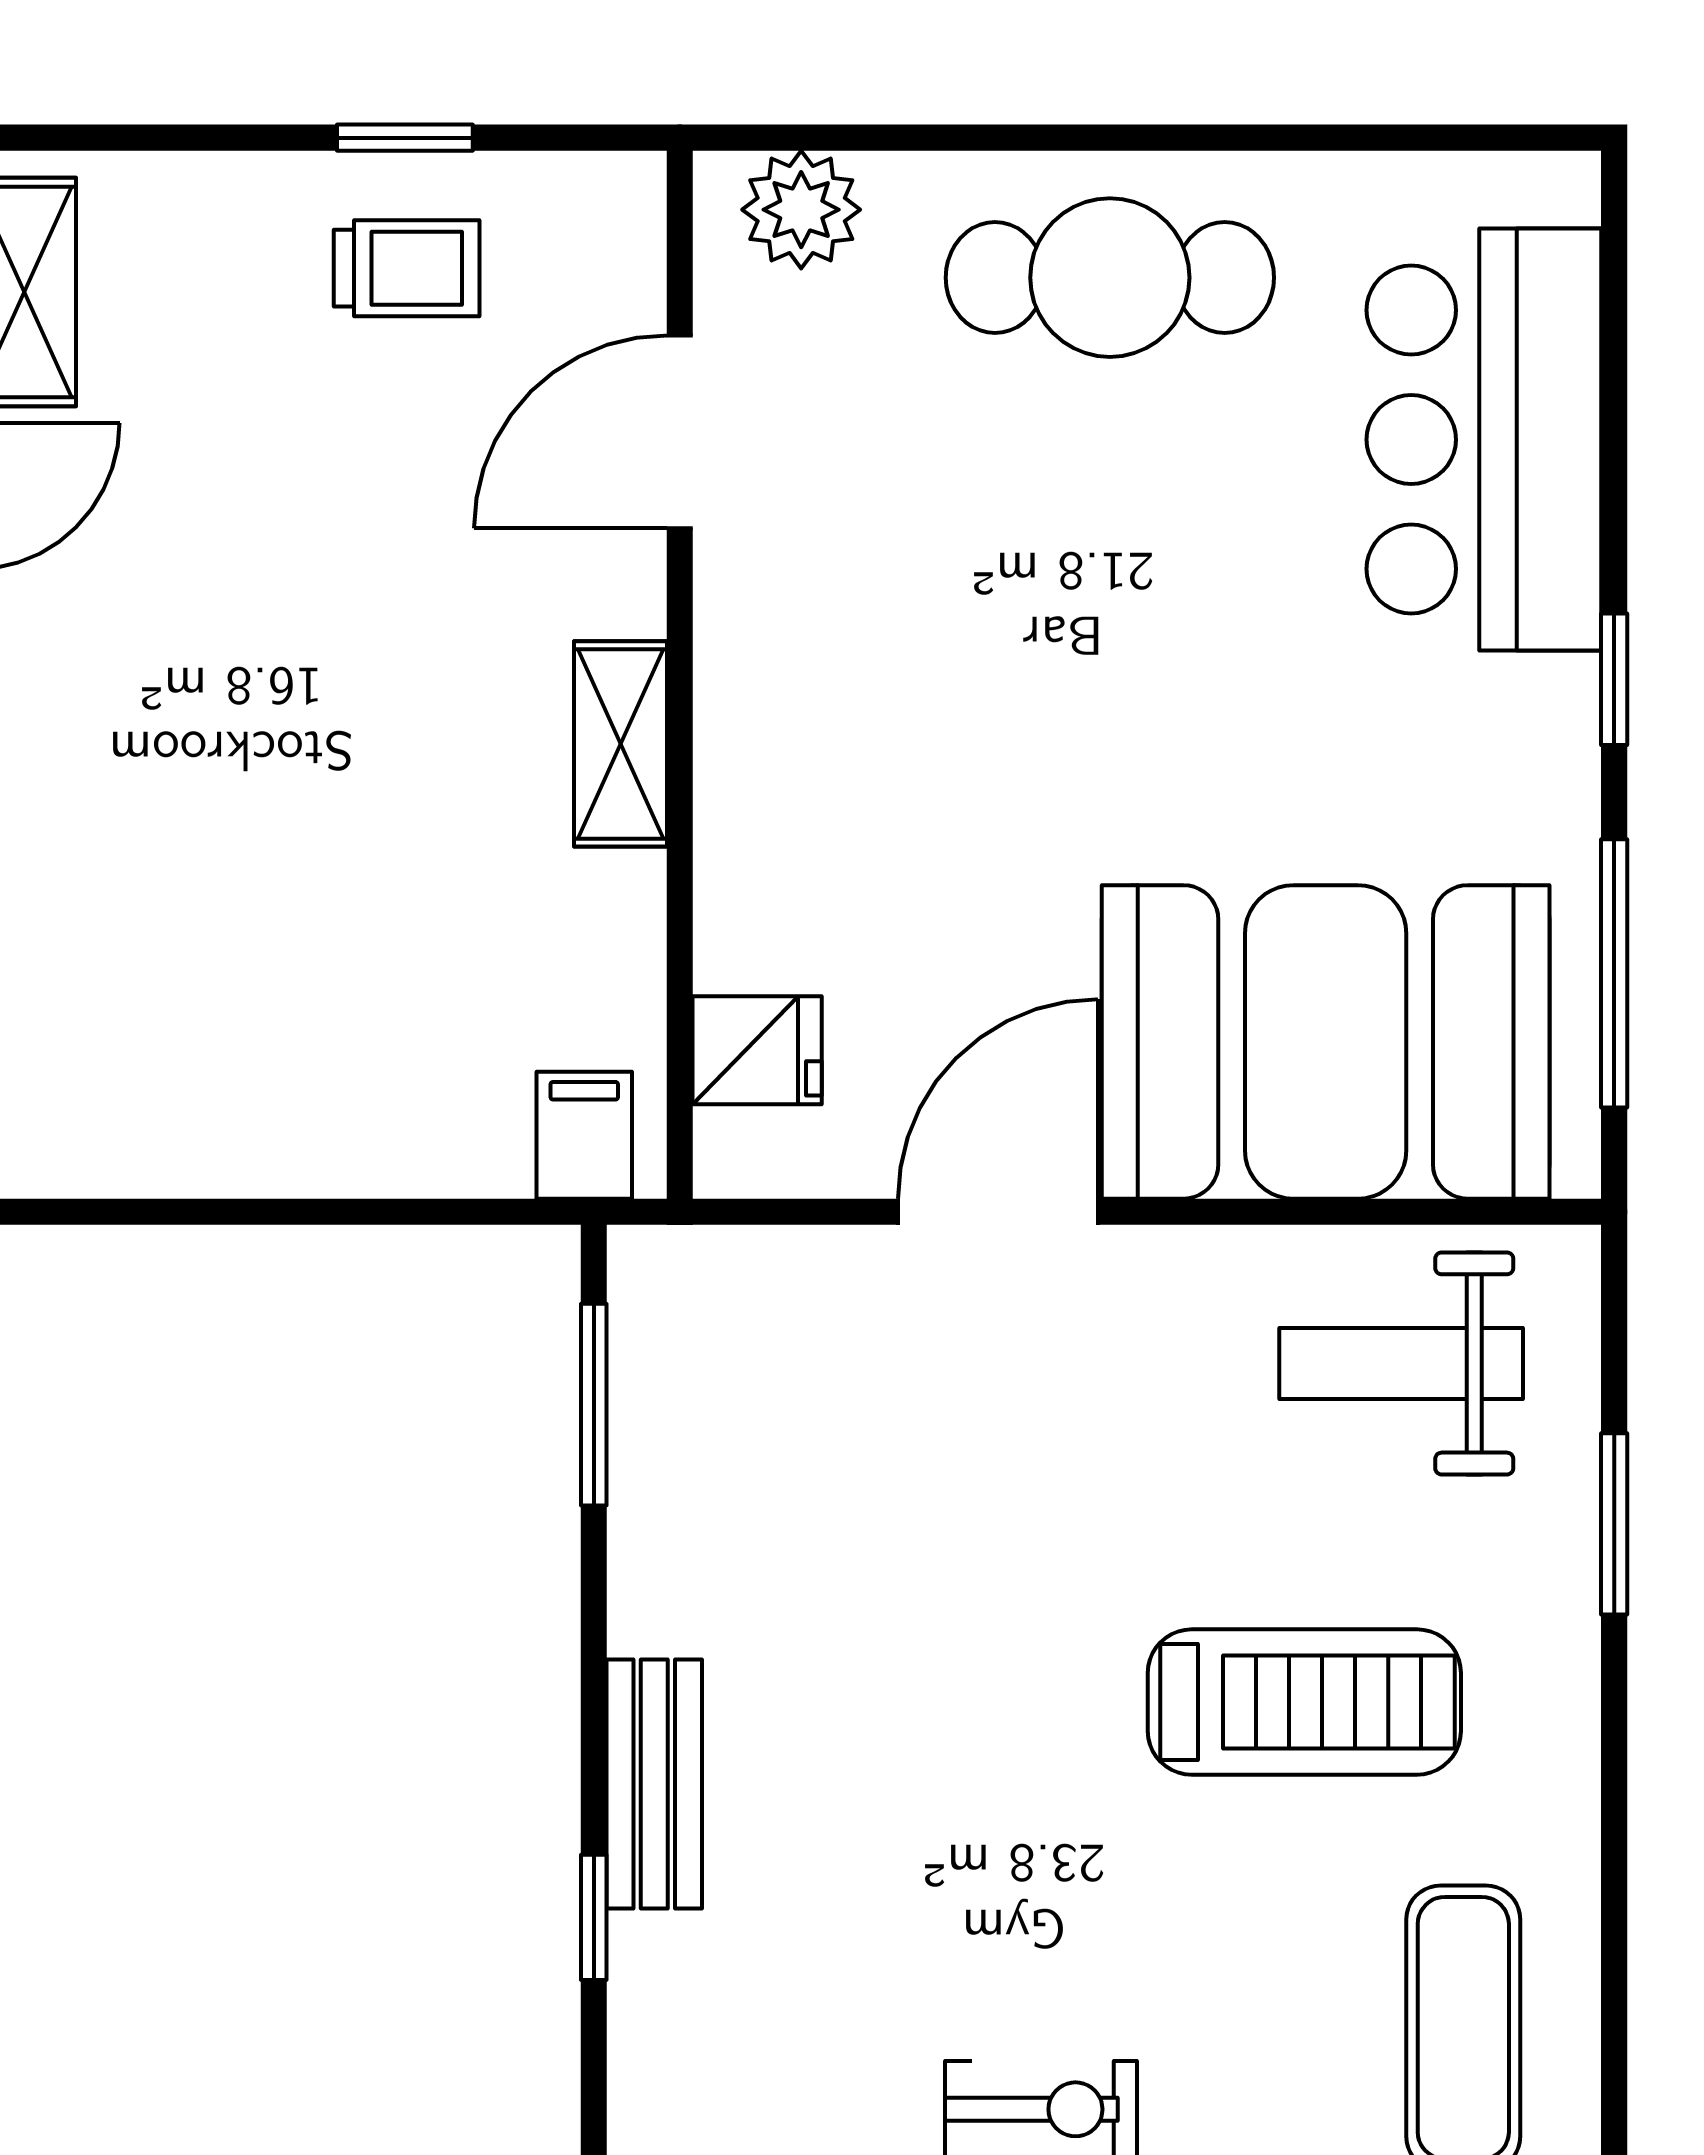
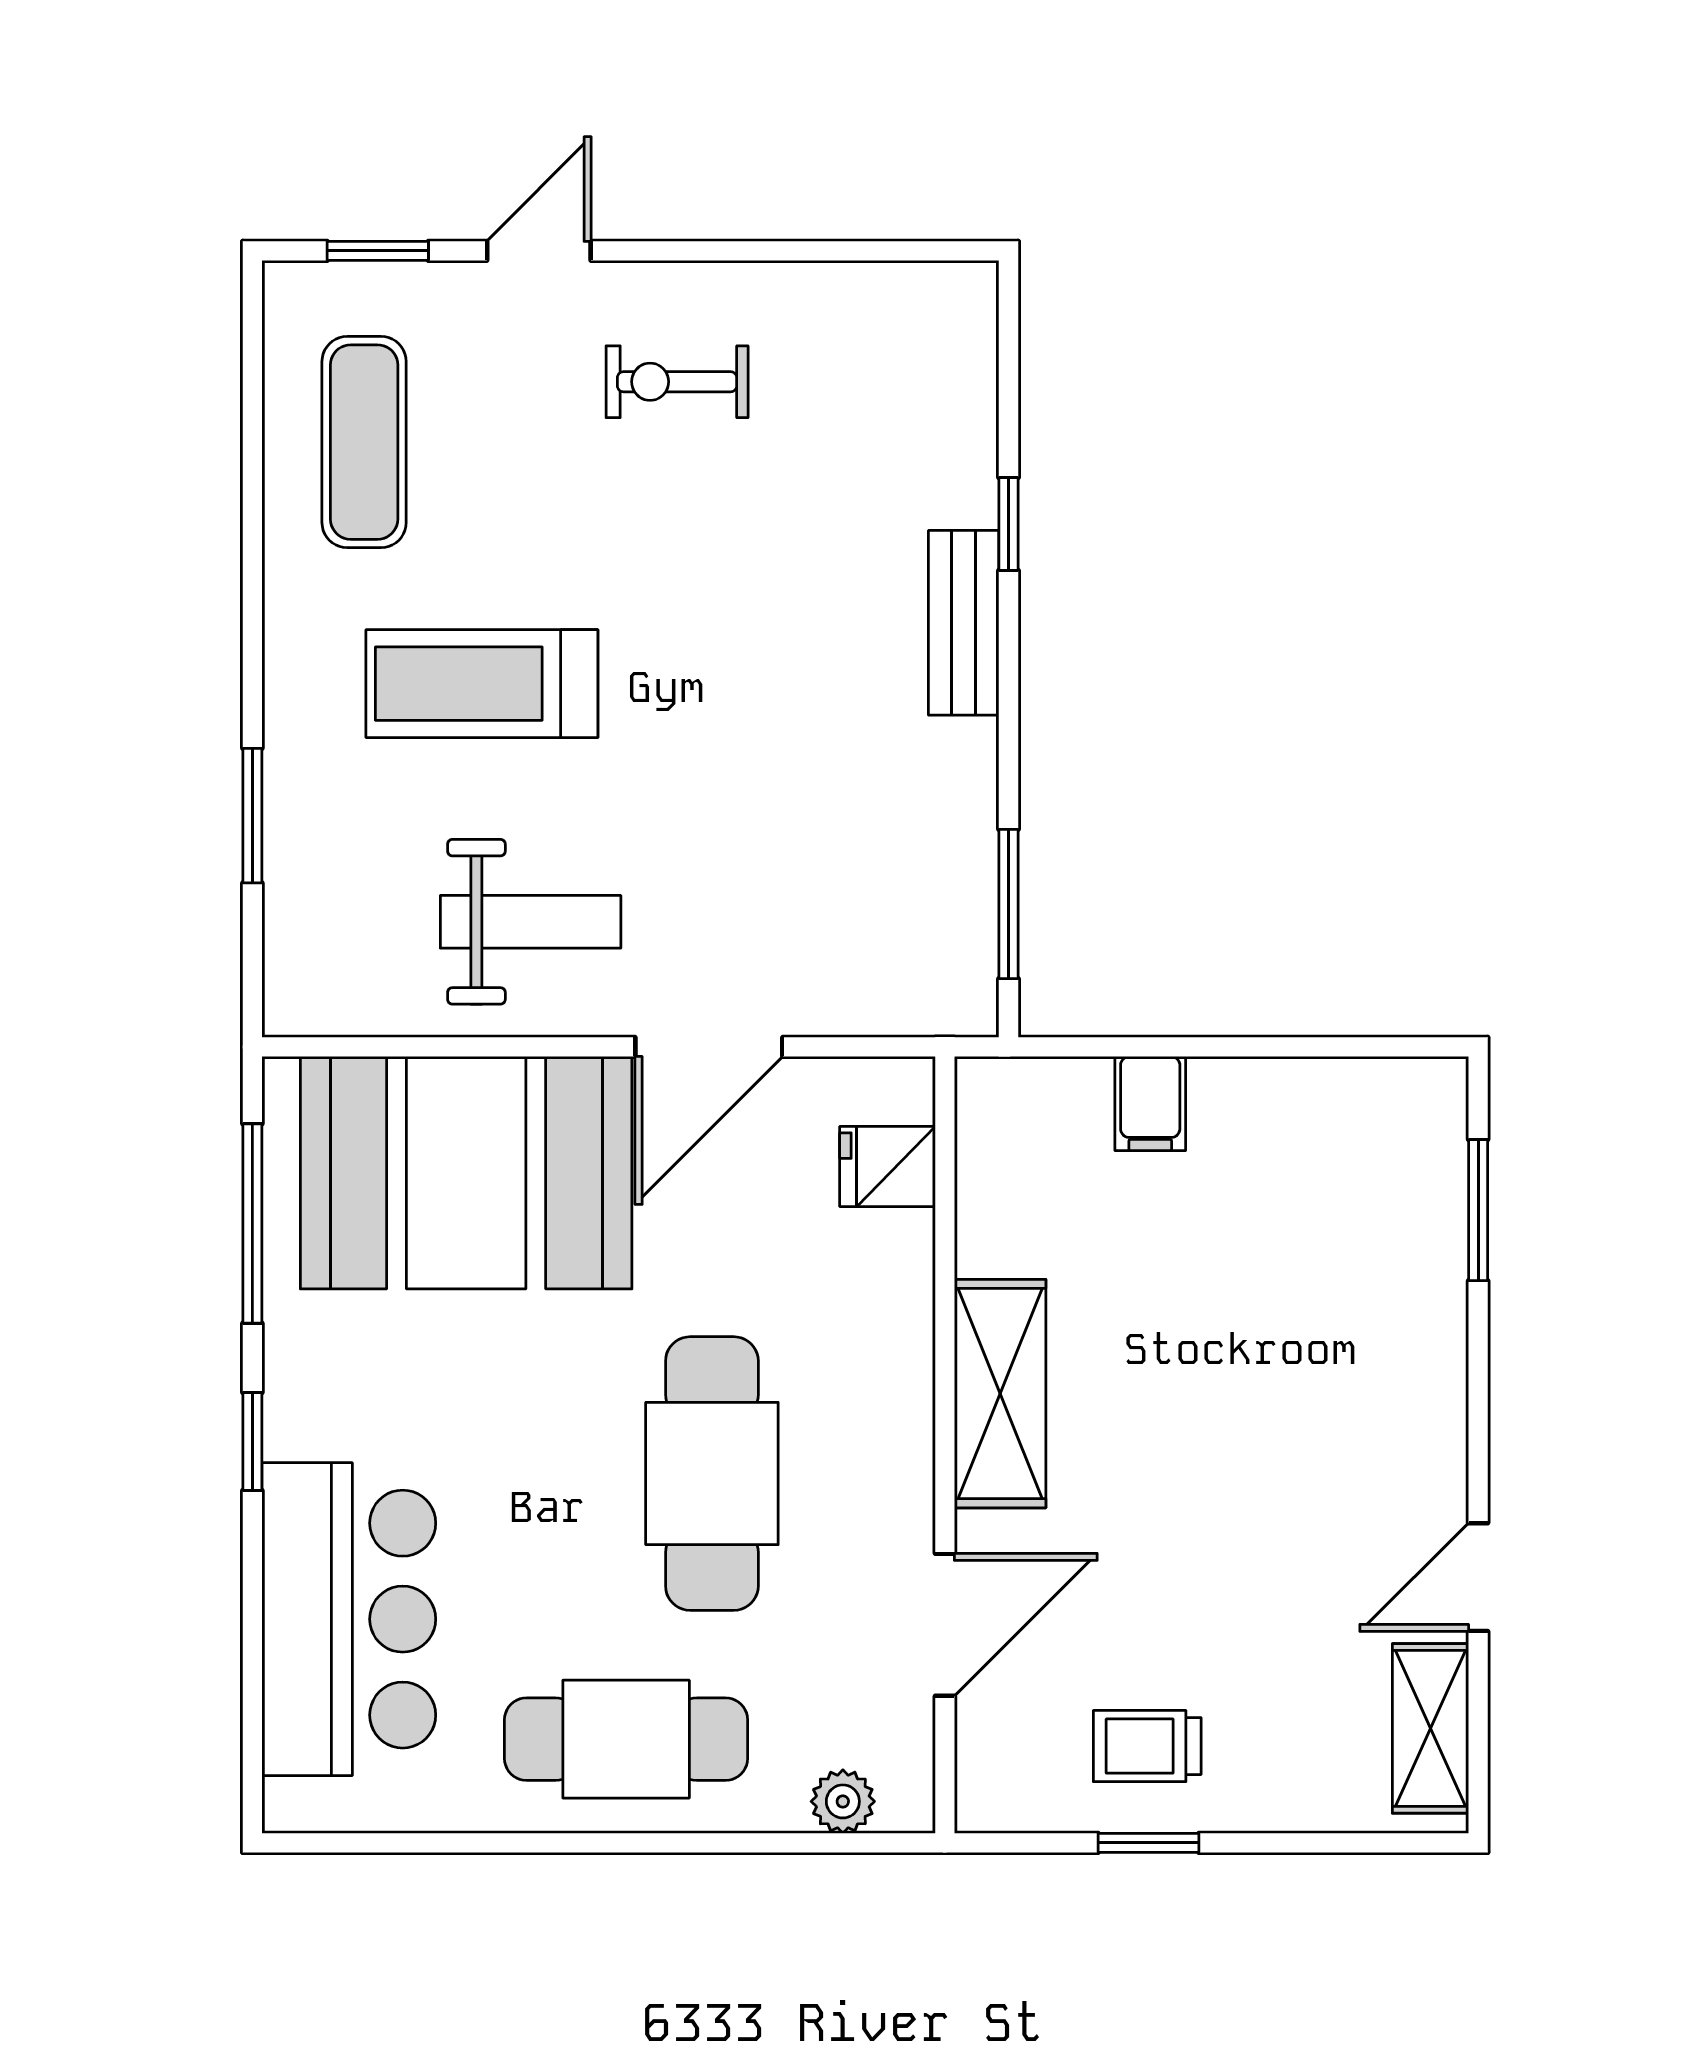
plant: (801, 210) -> (843, 1801), width x0.73, depth x0.73
cafe table: (994, 636) -> (712, 1474), added
shelving: (620, 744) -> (1000, 1394), width x1.50, depth x1.33
filing cabinet: (584, 1135) -> (1150, 1104), moved
weight bench: (1401, 1363) -> (531, 922), moved

